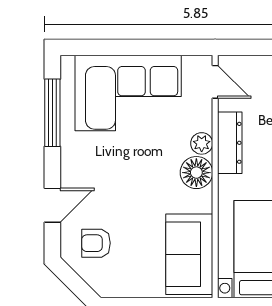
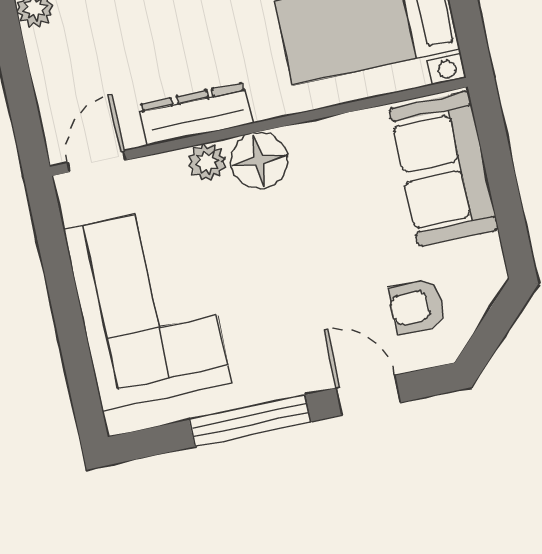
window: (52, 113) -> (250, 421), moved
armchair: (96, 243) -> (417, 307), turned 90
sofa: (189, 254) -> (444, 169), moved, turned 90

